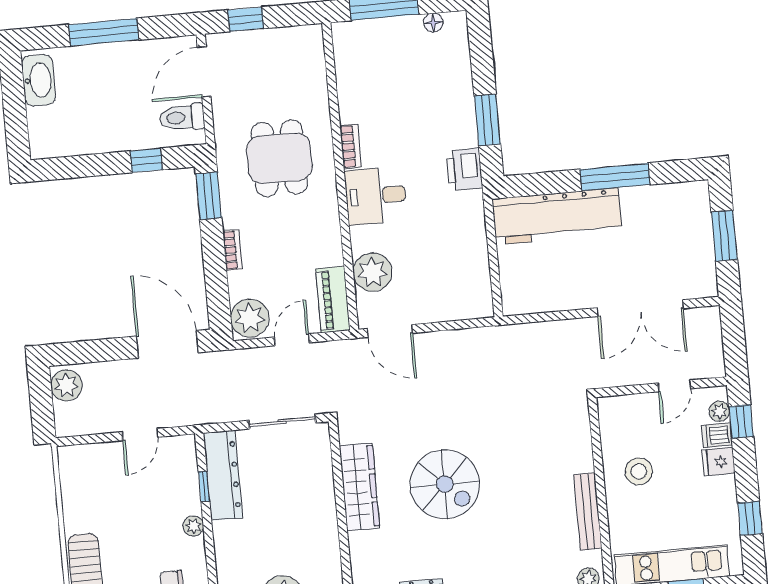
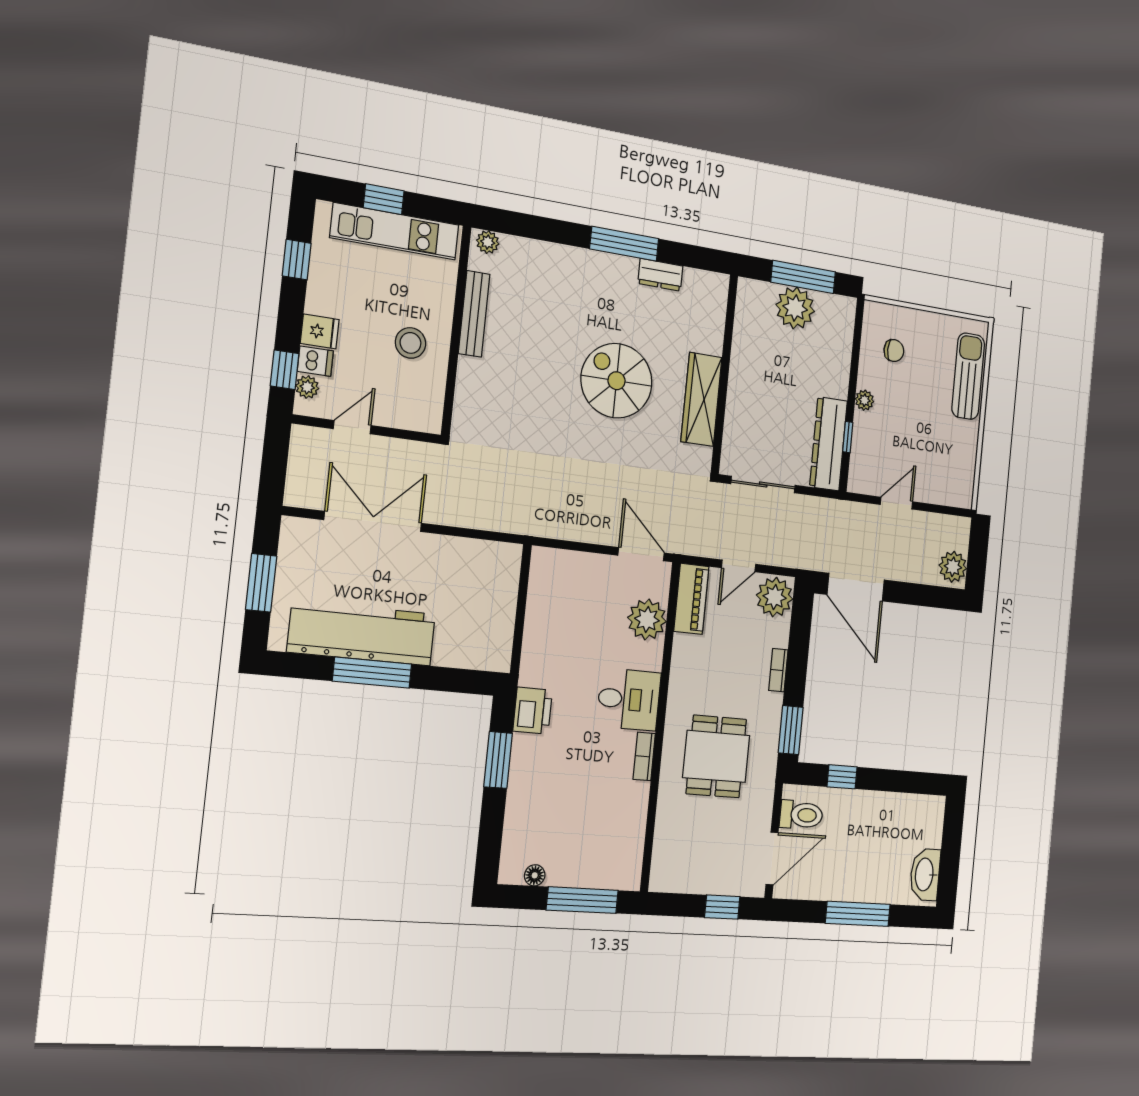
workbench: (557, 216) -> (362, 633), moved

